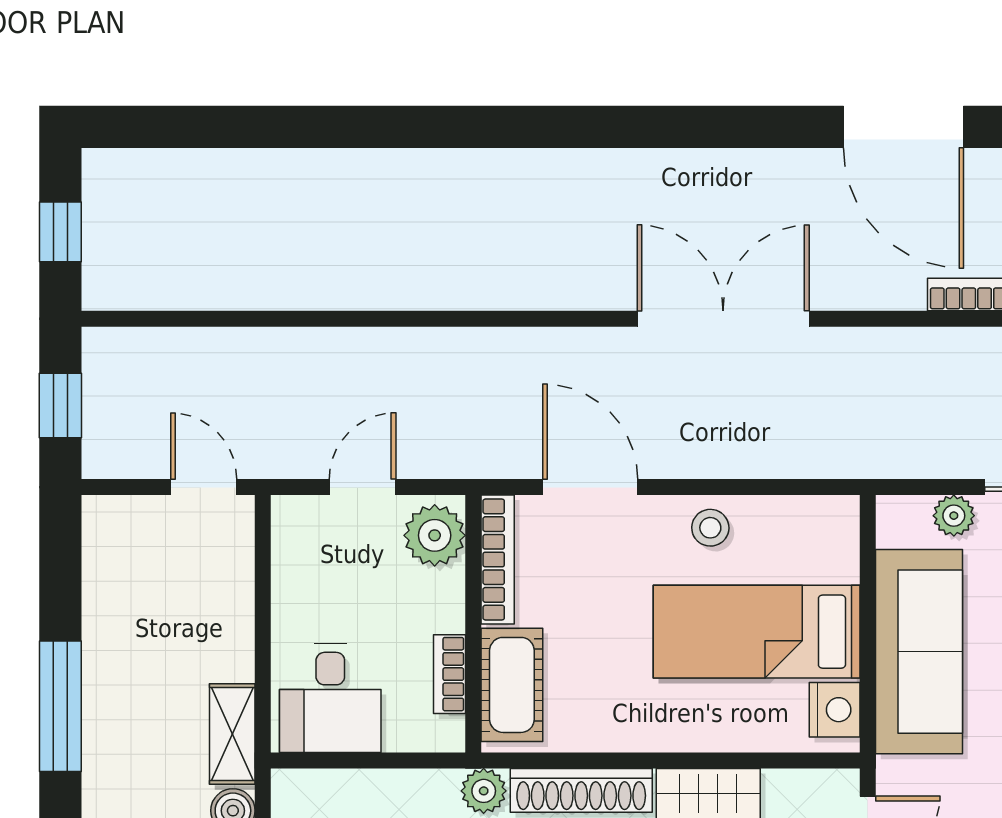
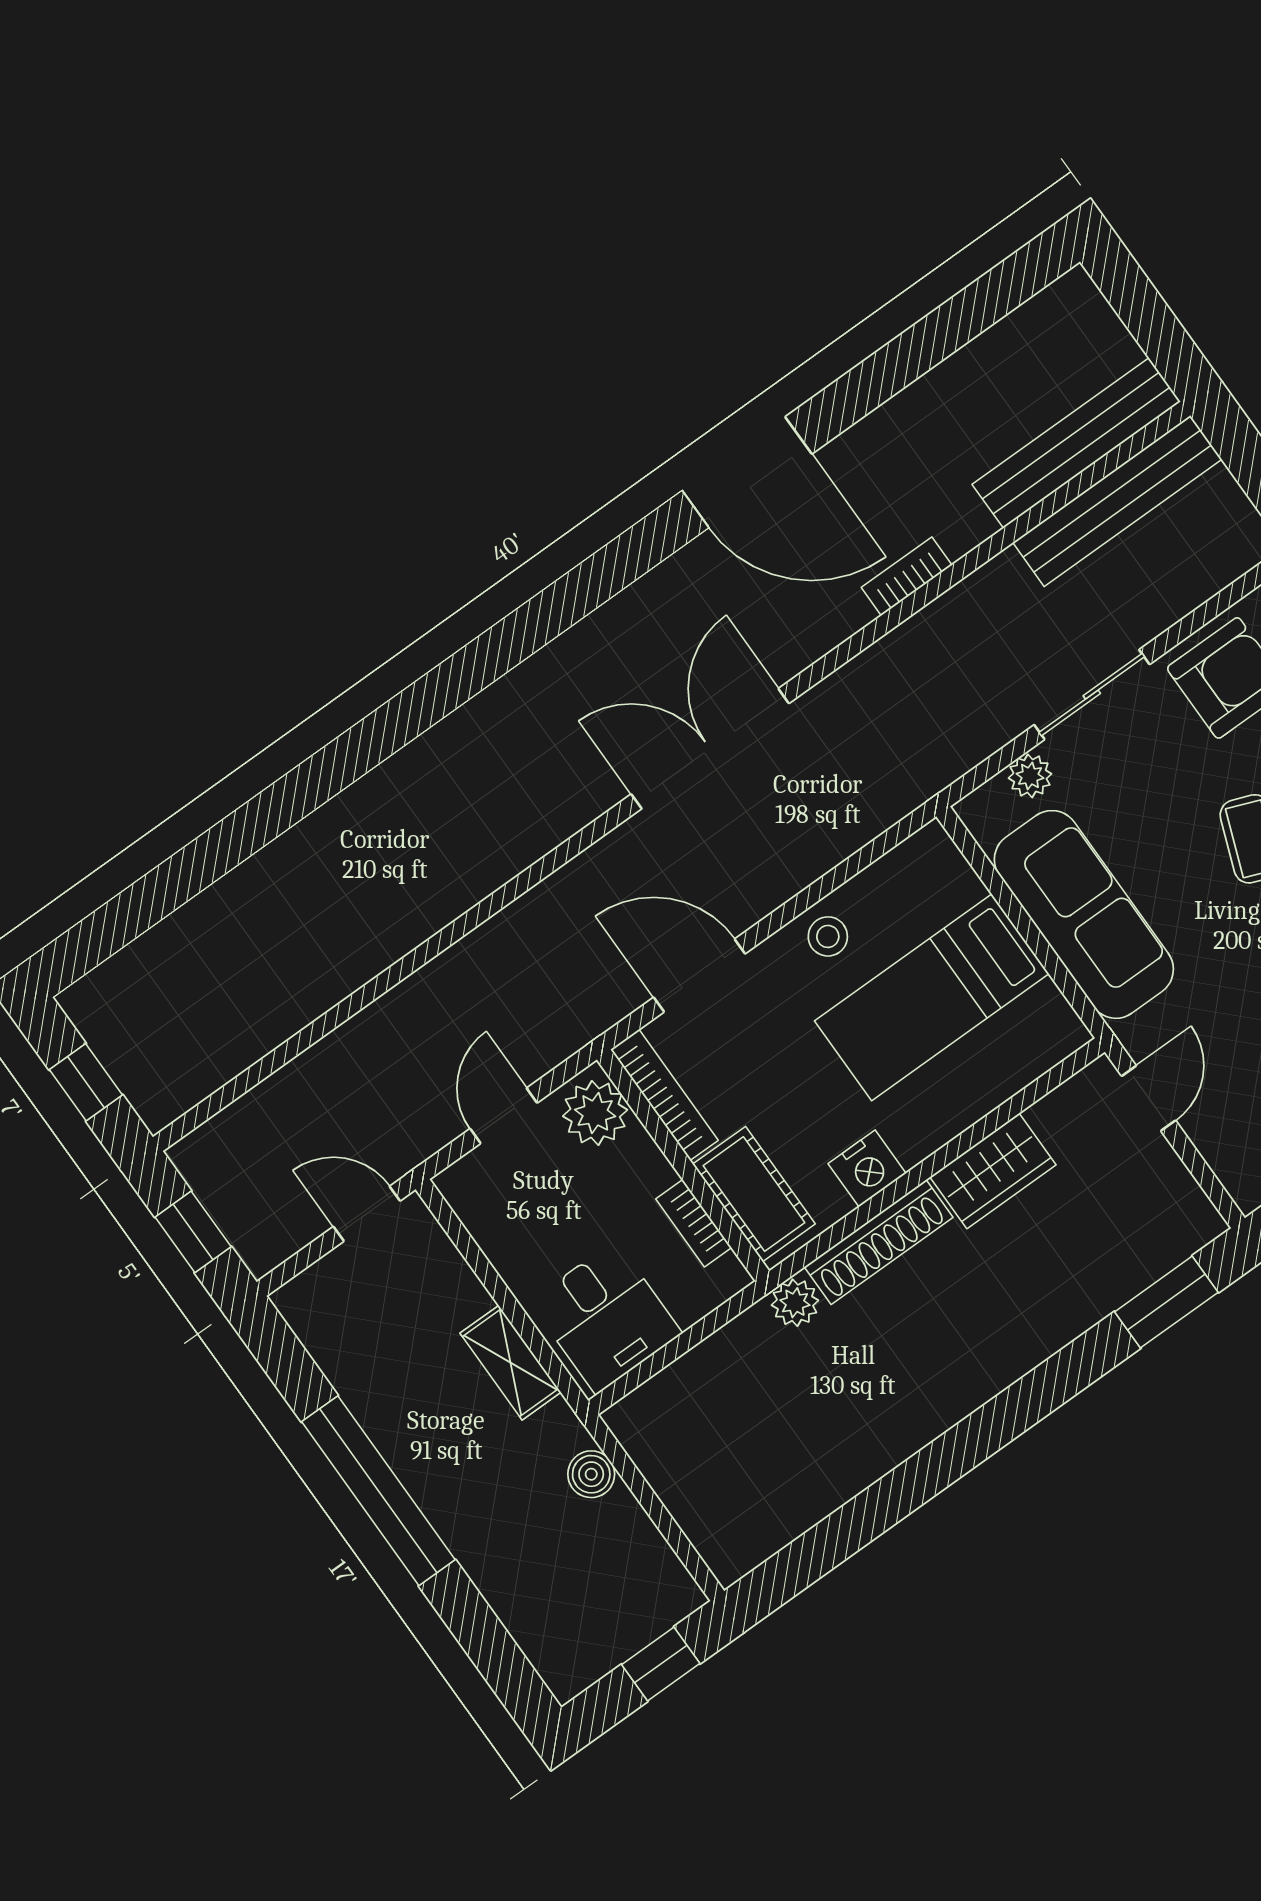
window: (60, 706) -> (378, 1491), width x1.46
nightstand: (835, 710) -> (867, 1168), moved, turned 90
shelving: (232, 734) -> (511, 1363), moved

